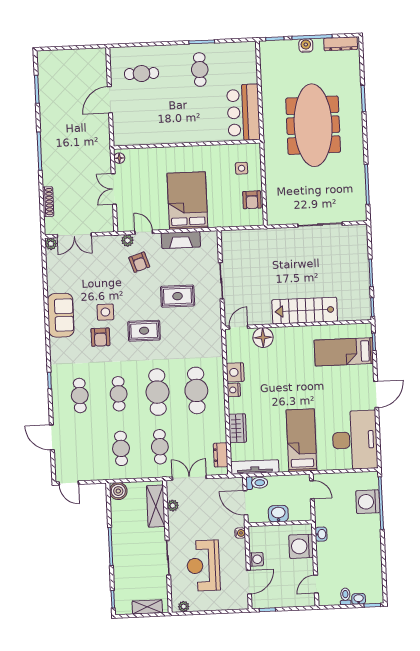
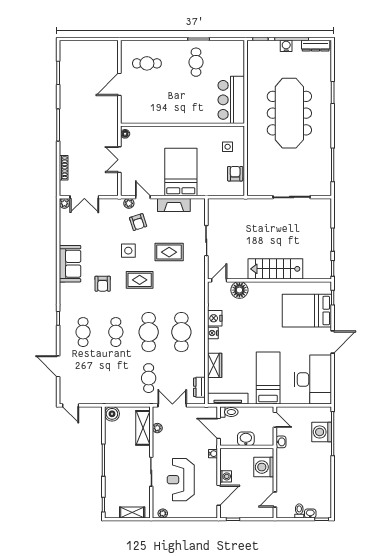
armchair: (252, 200) -> (235, 174), turned 180
side table: (105, 312) -> (128, 251), moved
bed: (344, 352) -> (307, 311), width x1.50
cafe table: (121, 448) -> (116, 378), removed
washbasin: (321, 534) -> (281, 442), moved

